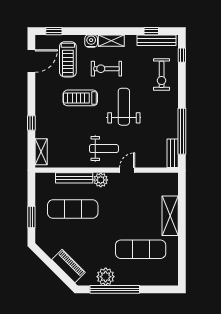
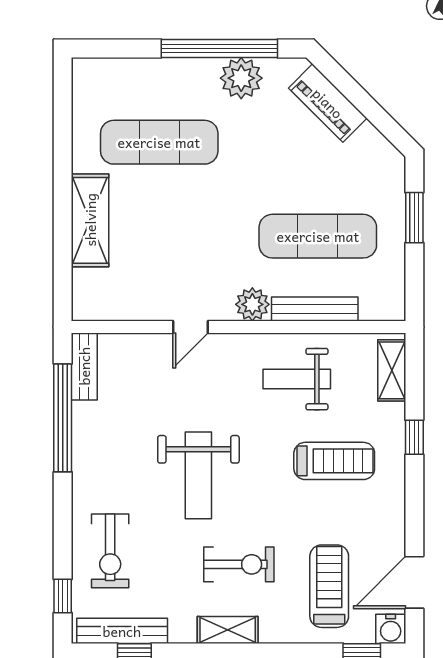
water cooler: (91, 41) -> (391, 629), moved
exercise bike: (162, 74) -> (110, 551), turned 180
treadmill: (80, 98) -> (334, 461), moved
weight bench: (104, 149) -> (297, 379), moved

